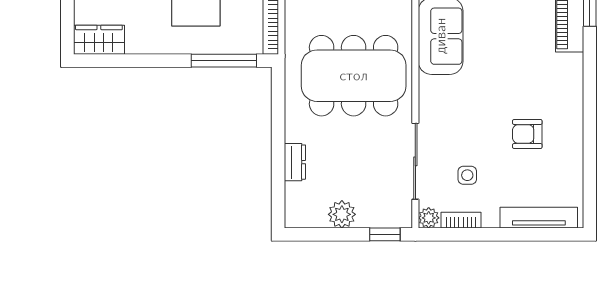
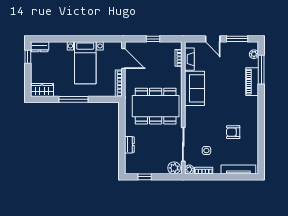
window: (224, 61) -> (74, 99), moved
plant: (342, 214) -> (174, 168), moved
window: (385, 234) -> (145, 177), moved

